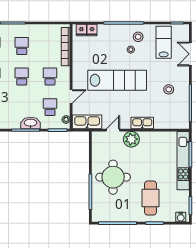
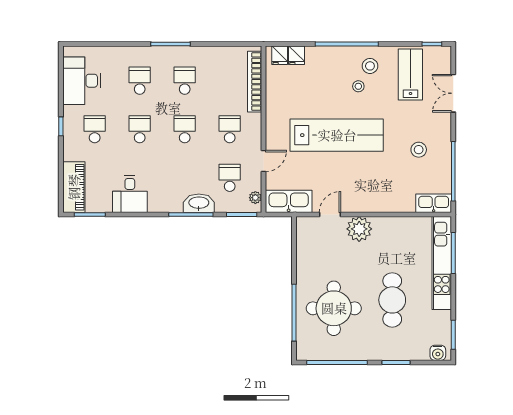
kitchen sink: (142, 123) -> (434, 203), moved
round table: (113, 177) -> (334, 308), moved
cafe table: (150, 198) -> (392, 300), moved

